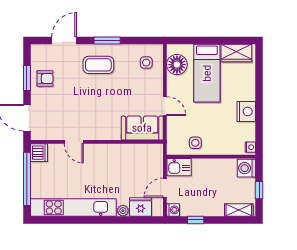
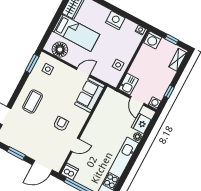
window: (107, 41) -> (32, 64), moved
armchair: (45, 78) -> (61, 124), moved

